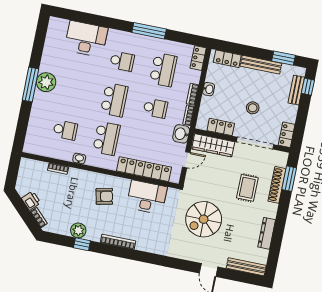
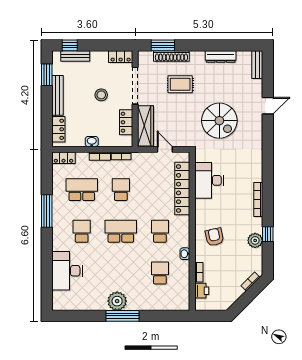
washbasin: (181, 134) -> (141, 159), removed
school desk: (106, 138) -> (160, 231), width x0.54
armchair: (104, 196) -> (214, 237), moved
printer: (31, 201) -> (202, 291), moved, turned 135
bench: (246, 267) -> (257, 65), width x0.73

